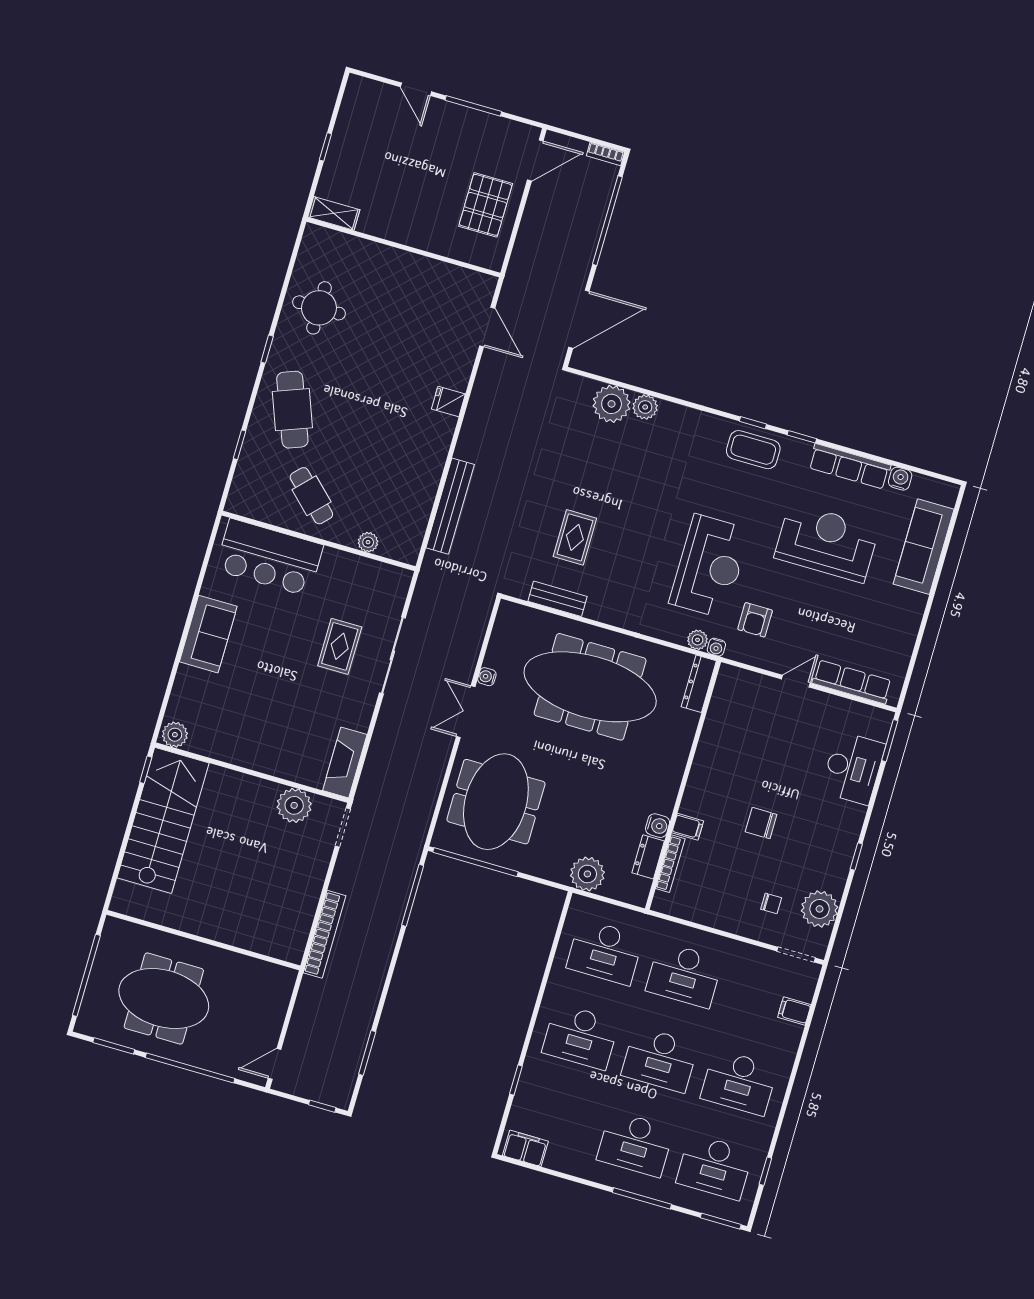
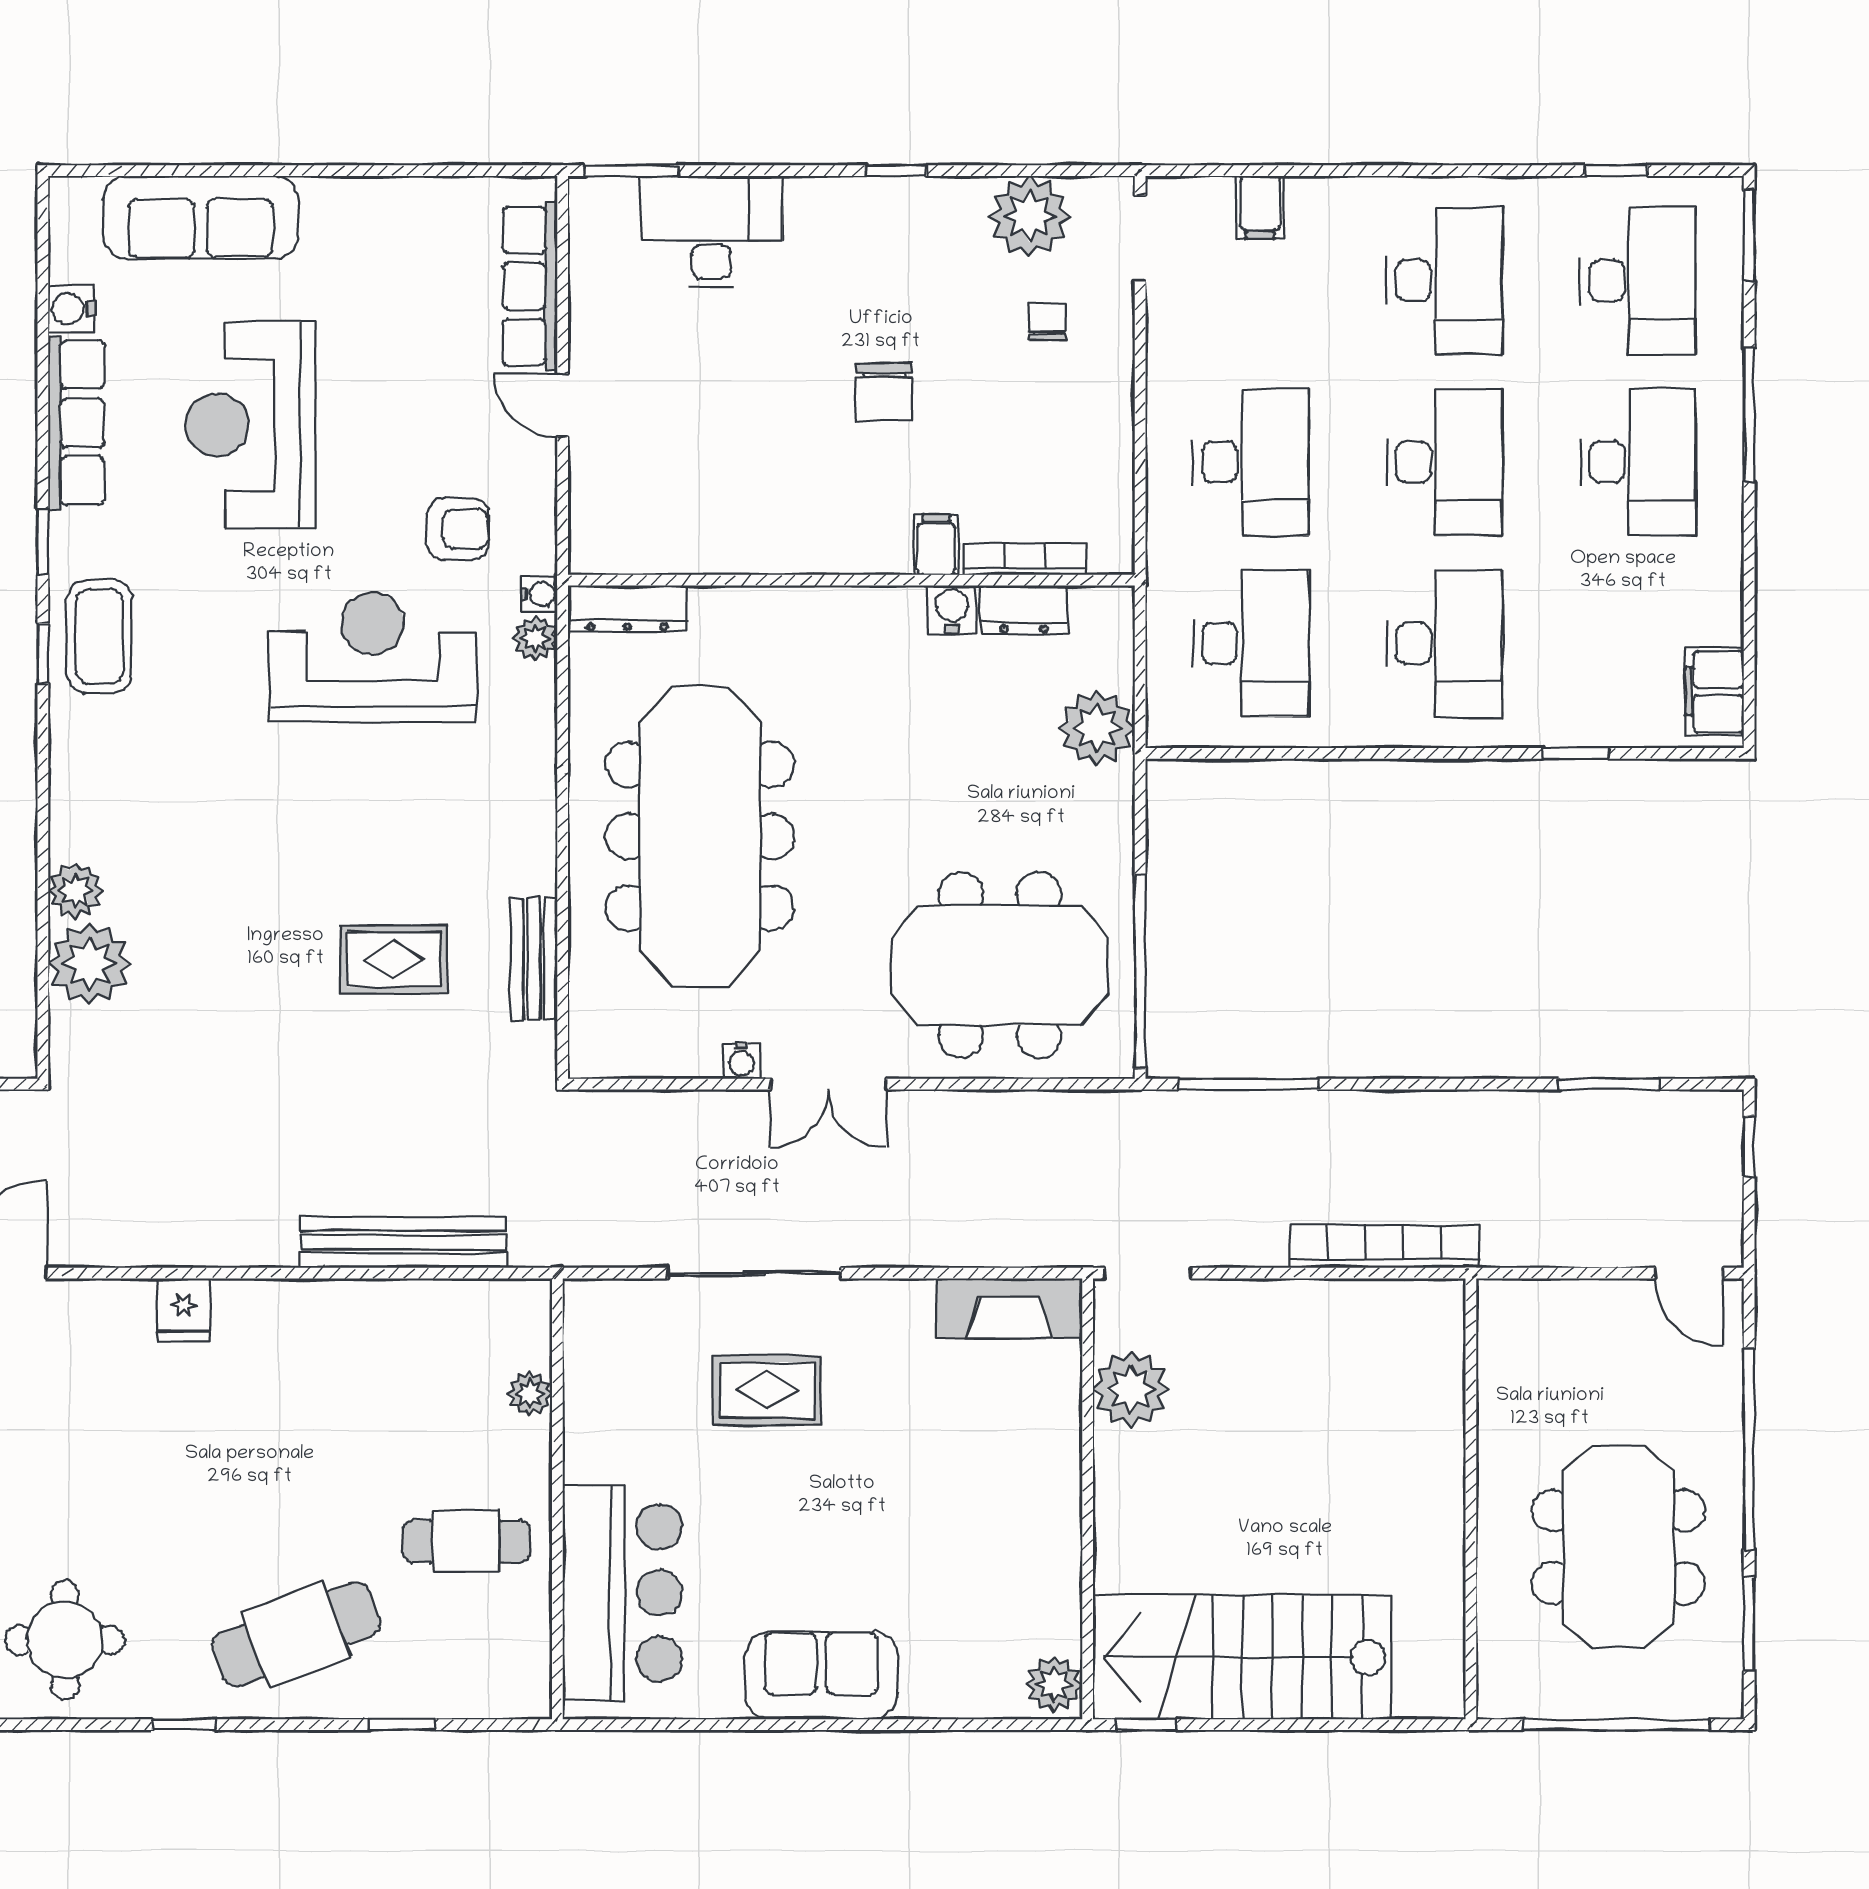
cafe table: (311, 496) -> (466, 1542), turned 46

